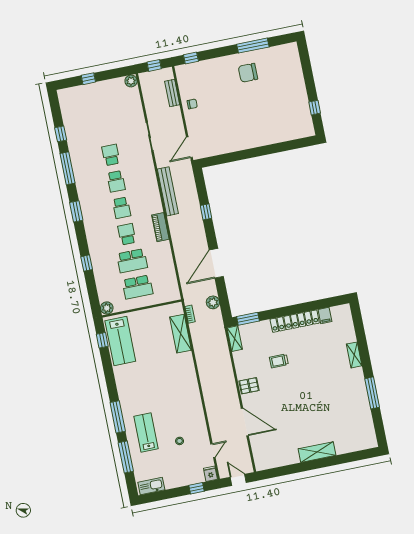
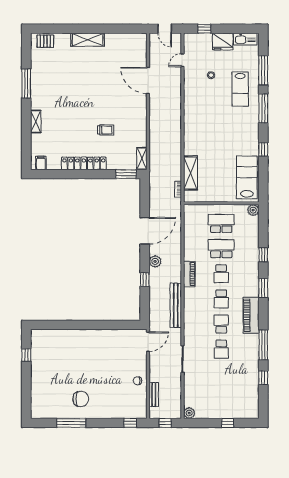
piano: (87, 197) -> (251, 315), added
school desk: (121, 208) -> (221, 299), turned 180
window: (76, 211) -> (263, 288), moved
plant: (213, 302) -> (155, 261), moved
filing cabinet: (325, 316) -> (41, 163), moved
window: (102, 340) -> (263, 150), moved
pallet: (249, 386) -> (45, 41), moved
fridge: (211, 474) -> (223, 42), moved, width x1.88, depth x1.34

